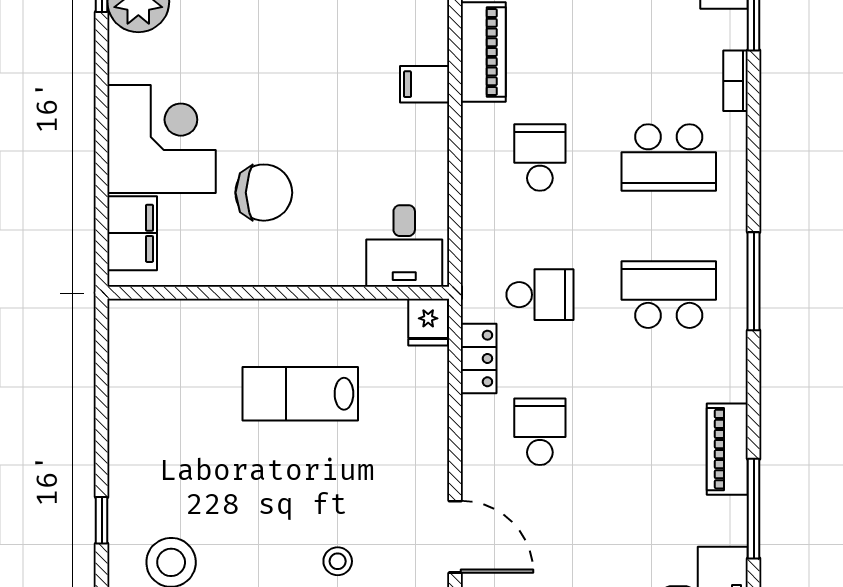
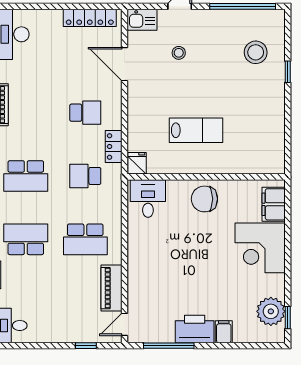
filing cabinet: (425, 84) -> (139, 273), removed
school desk: (540, 158) -> (85, 239), width x1.85
chair: (264, 193) -> (204, 199), moved
school desk: (540, 432) -> (85, 113), turned -90

